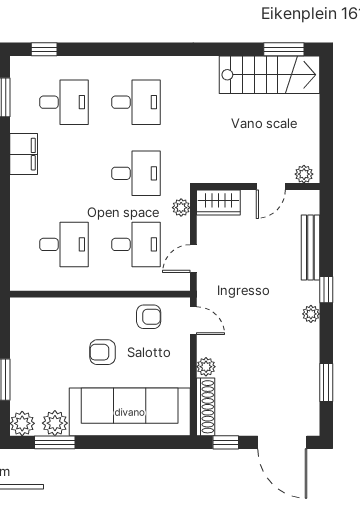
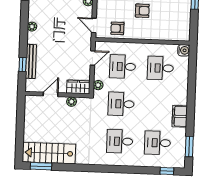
plant: (304, 174) -> (72, 102), moved
water cooler: (21, 280) -> (184, 50), added
window: (326, 290) -> (23, 65), moved

